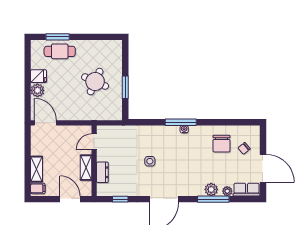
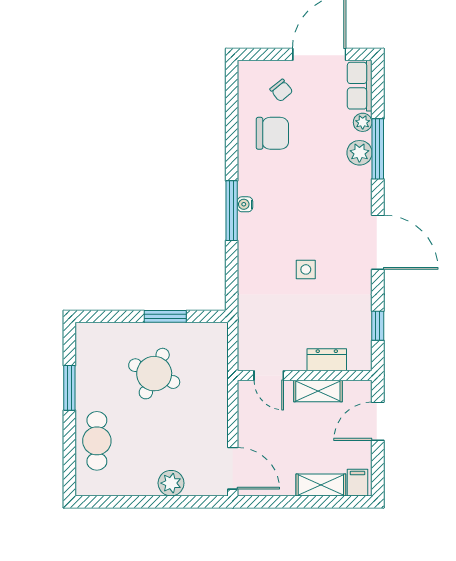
window: (58, 37) -> (69, 388), moved
fridge: (39, 76) -> (144, 481), removed
door: (45, 123) -> (233, 468), swing flipped

